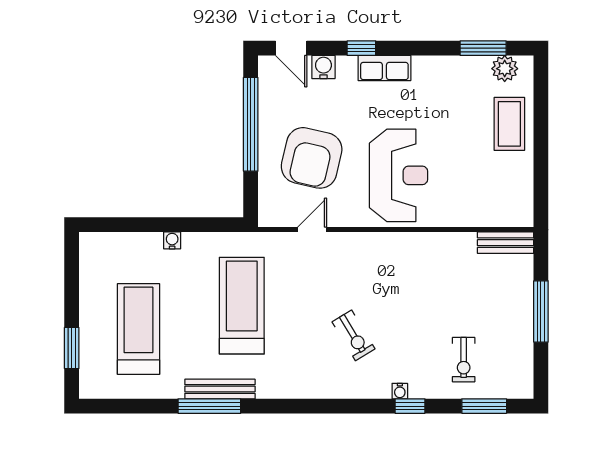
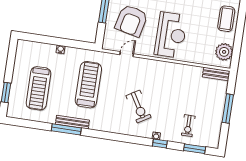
plant: (515, 194) -> (224, 52), added
treadmill: (138, 329) -> (39, 88), turned 180
exercise bike: (354, 335) -> (139, 107), width x1.38, depth x1.39

